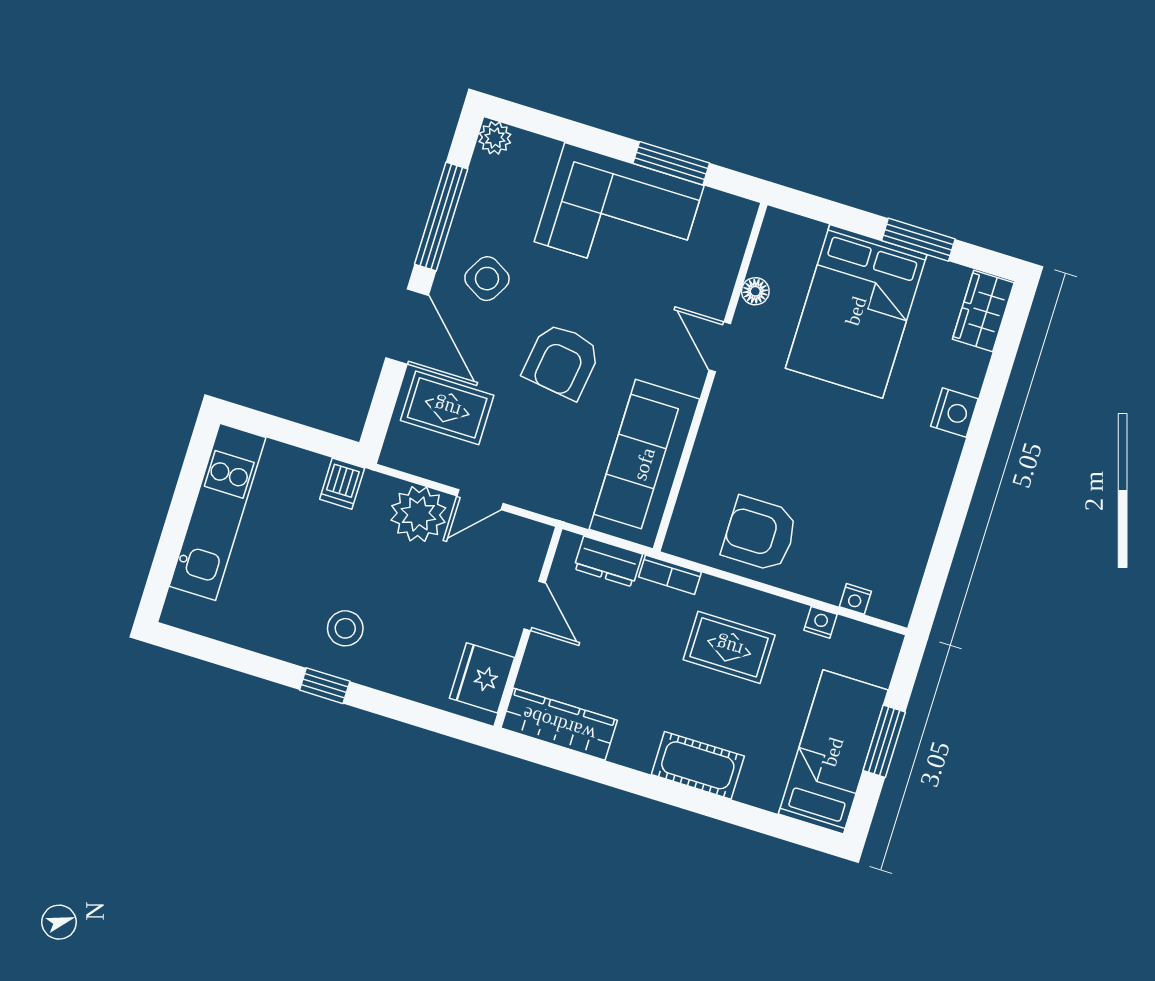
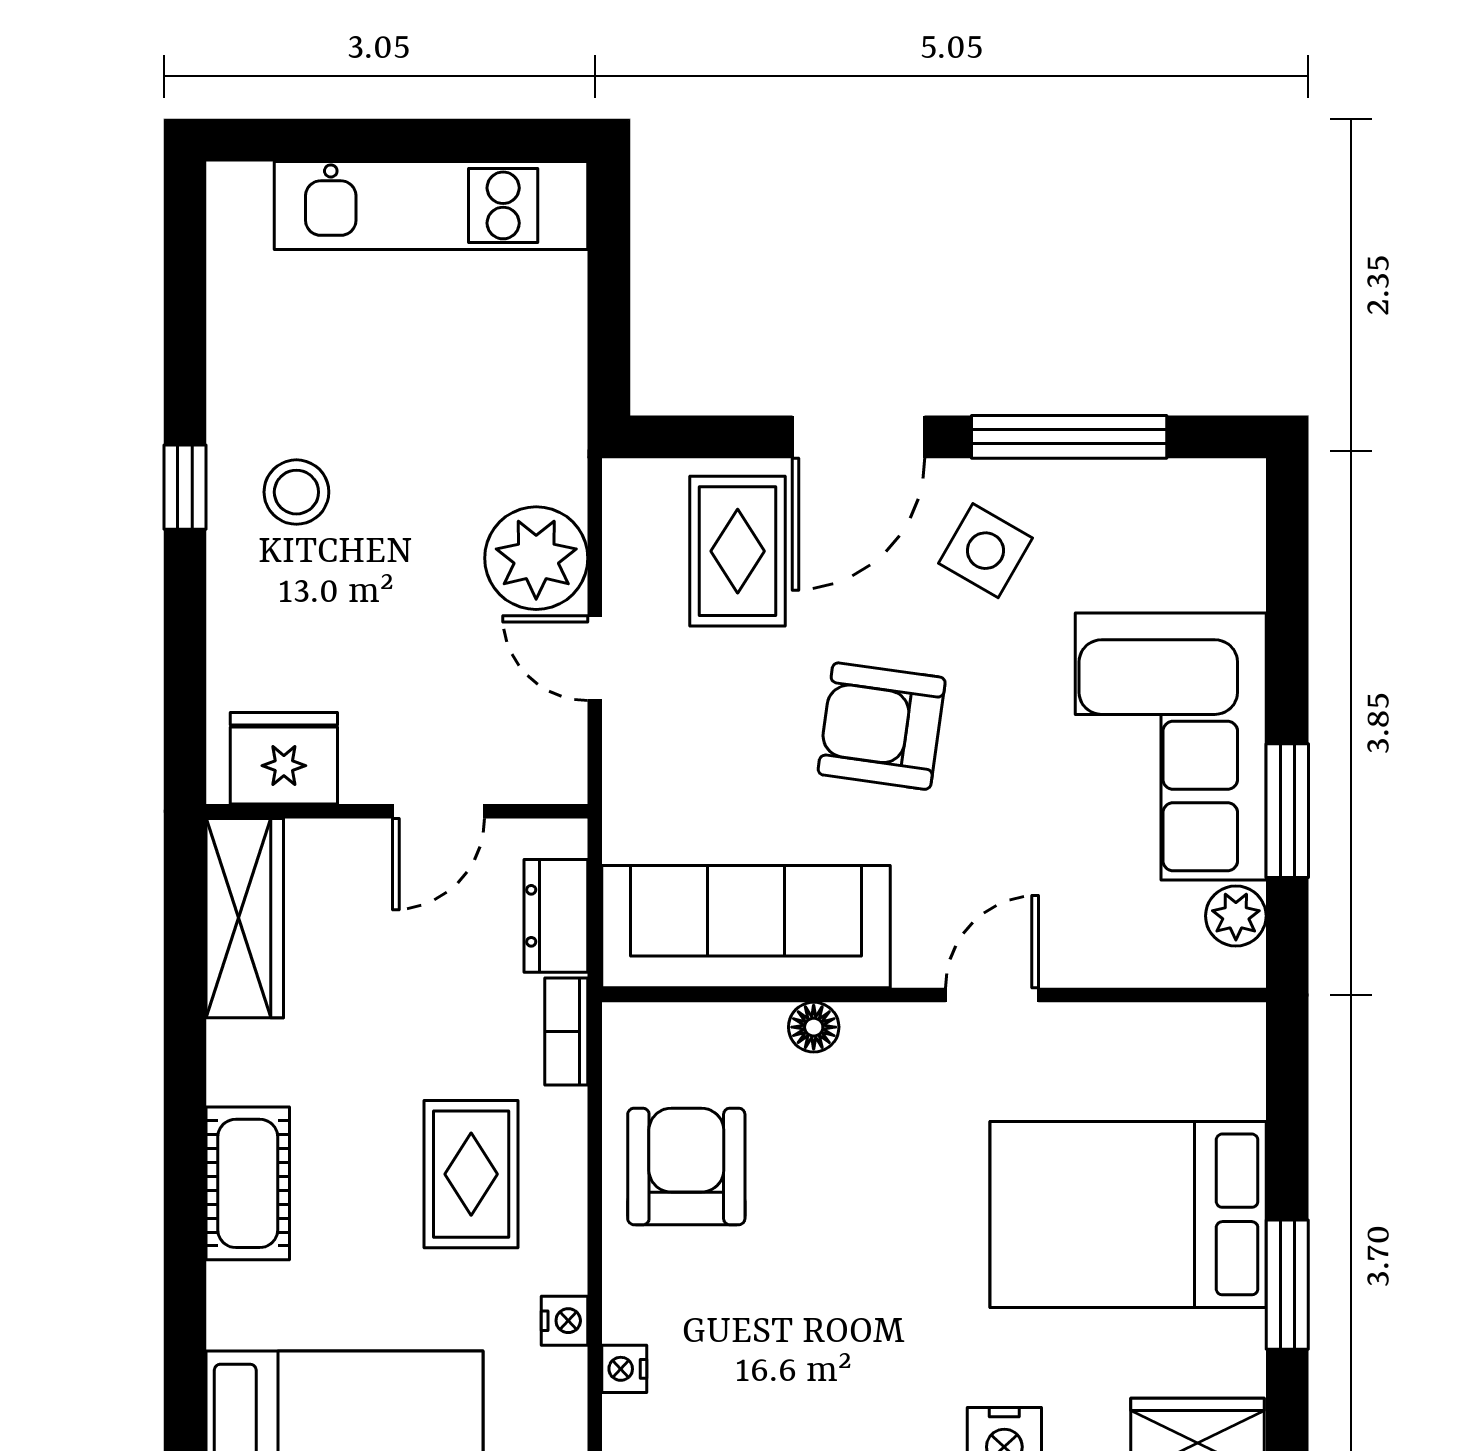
plant: (495, 138) -> (1236, 916), moved
floor lamp: (755, 291) -> (814, 1027), moved
dishwasher: (342, 484) -> (548, 408), removed

